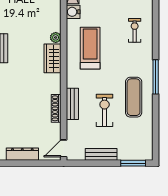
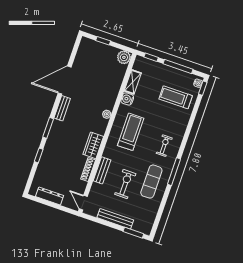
exercise bike: (135, 30) -> (164, 146), moved
wardrobe: (53, 58) -> (93, 145), moved
door: (64, 148) -> (83, 203), hinge flipped
bench: (101, 154) -> (115, 219), width x1.36

